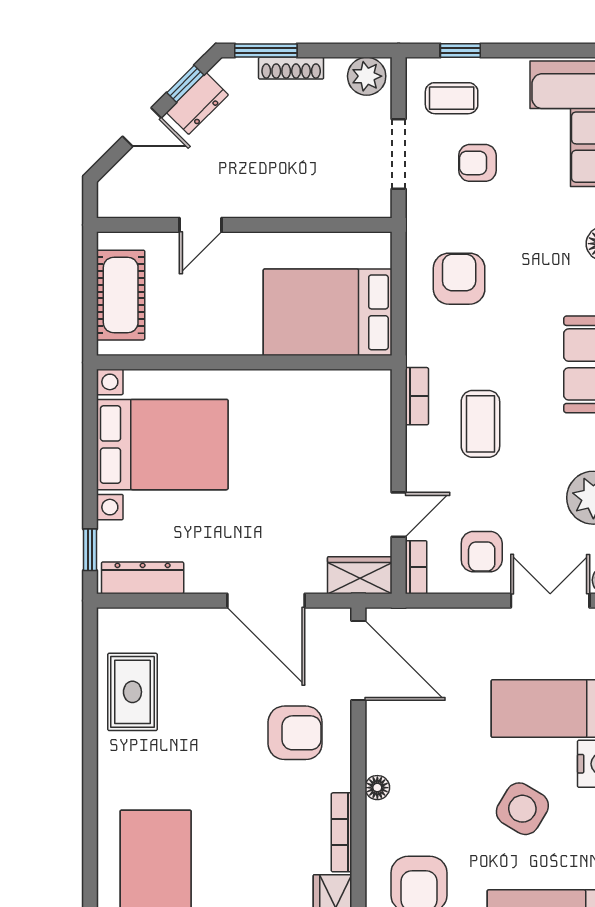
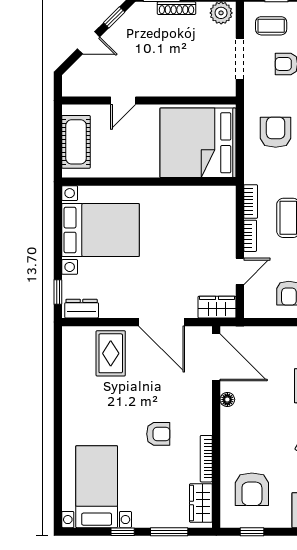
dresser: (197, 104) -> (121, 29), removed
bed: (328, 312) -> (198, 143), width x1.36
bookcase: (416, 567) -> (250, 236), moved
dresser: (143, 578) -> (82, 309), width x0.70
rug: (132, 692) -> (111, 353), moved
armchair: (295, 733) -> (158, 434), moved, width x0.72, depth x0.72
floor lamp: (377, 788) -> (227, 400), moved

